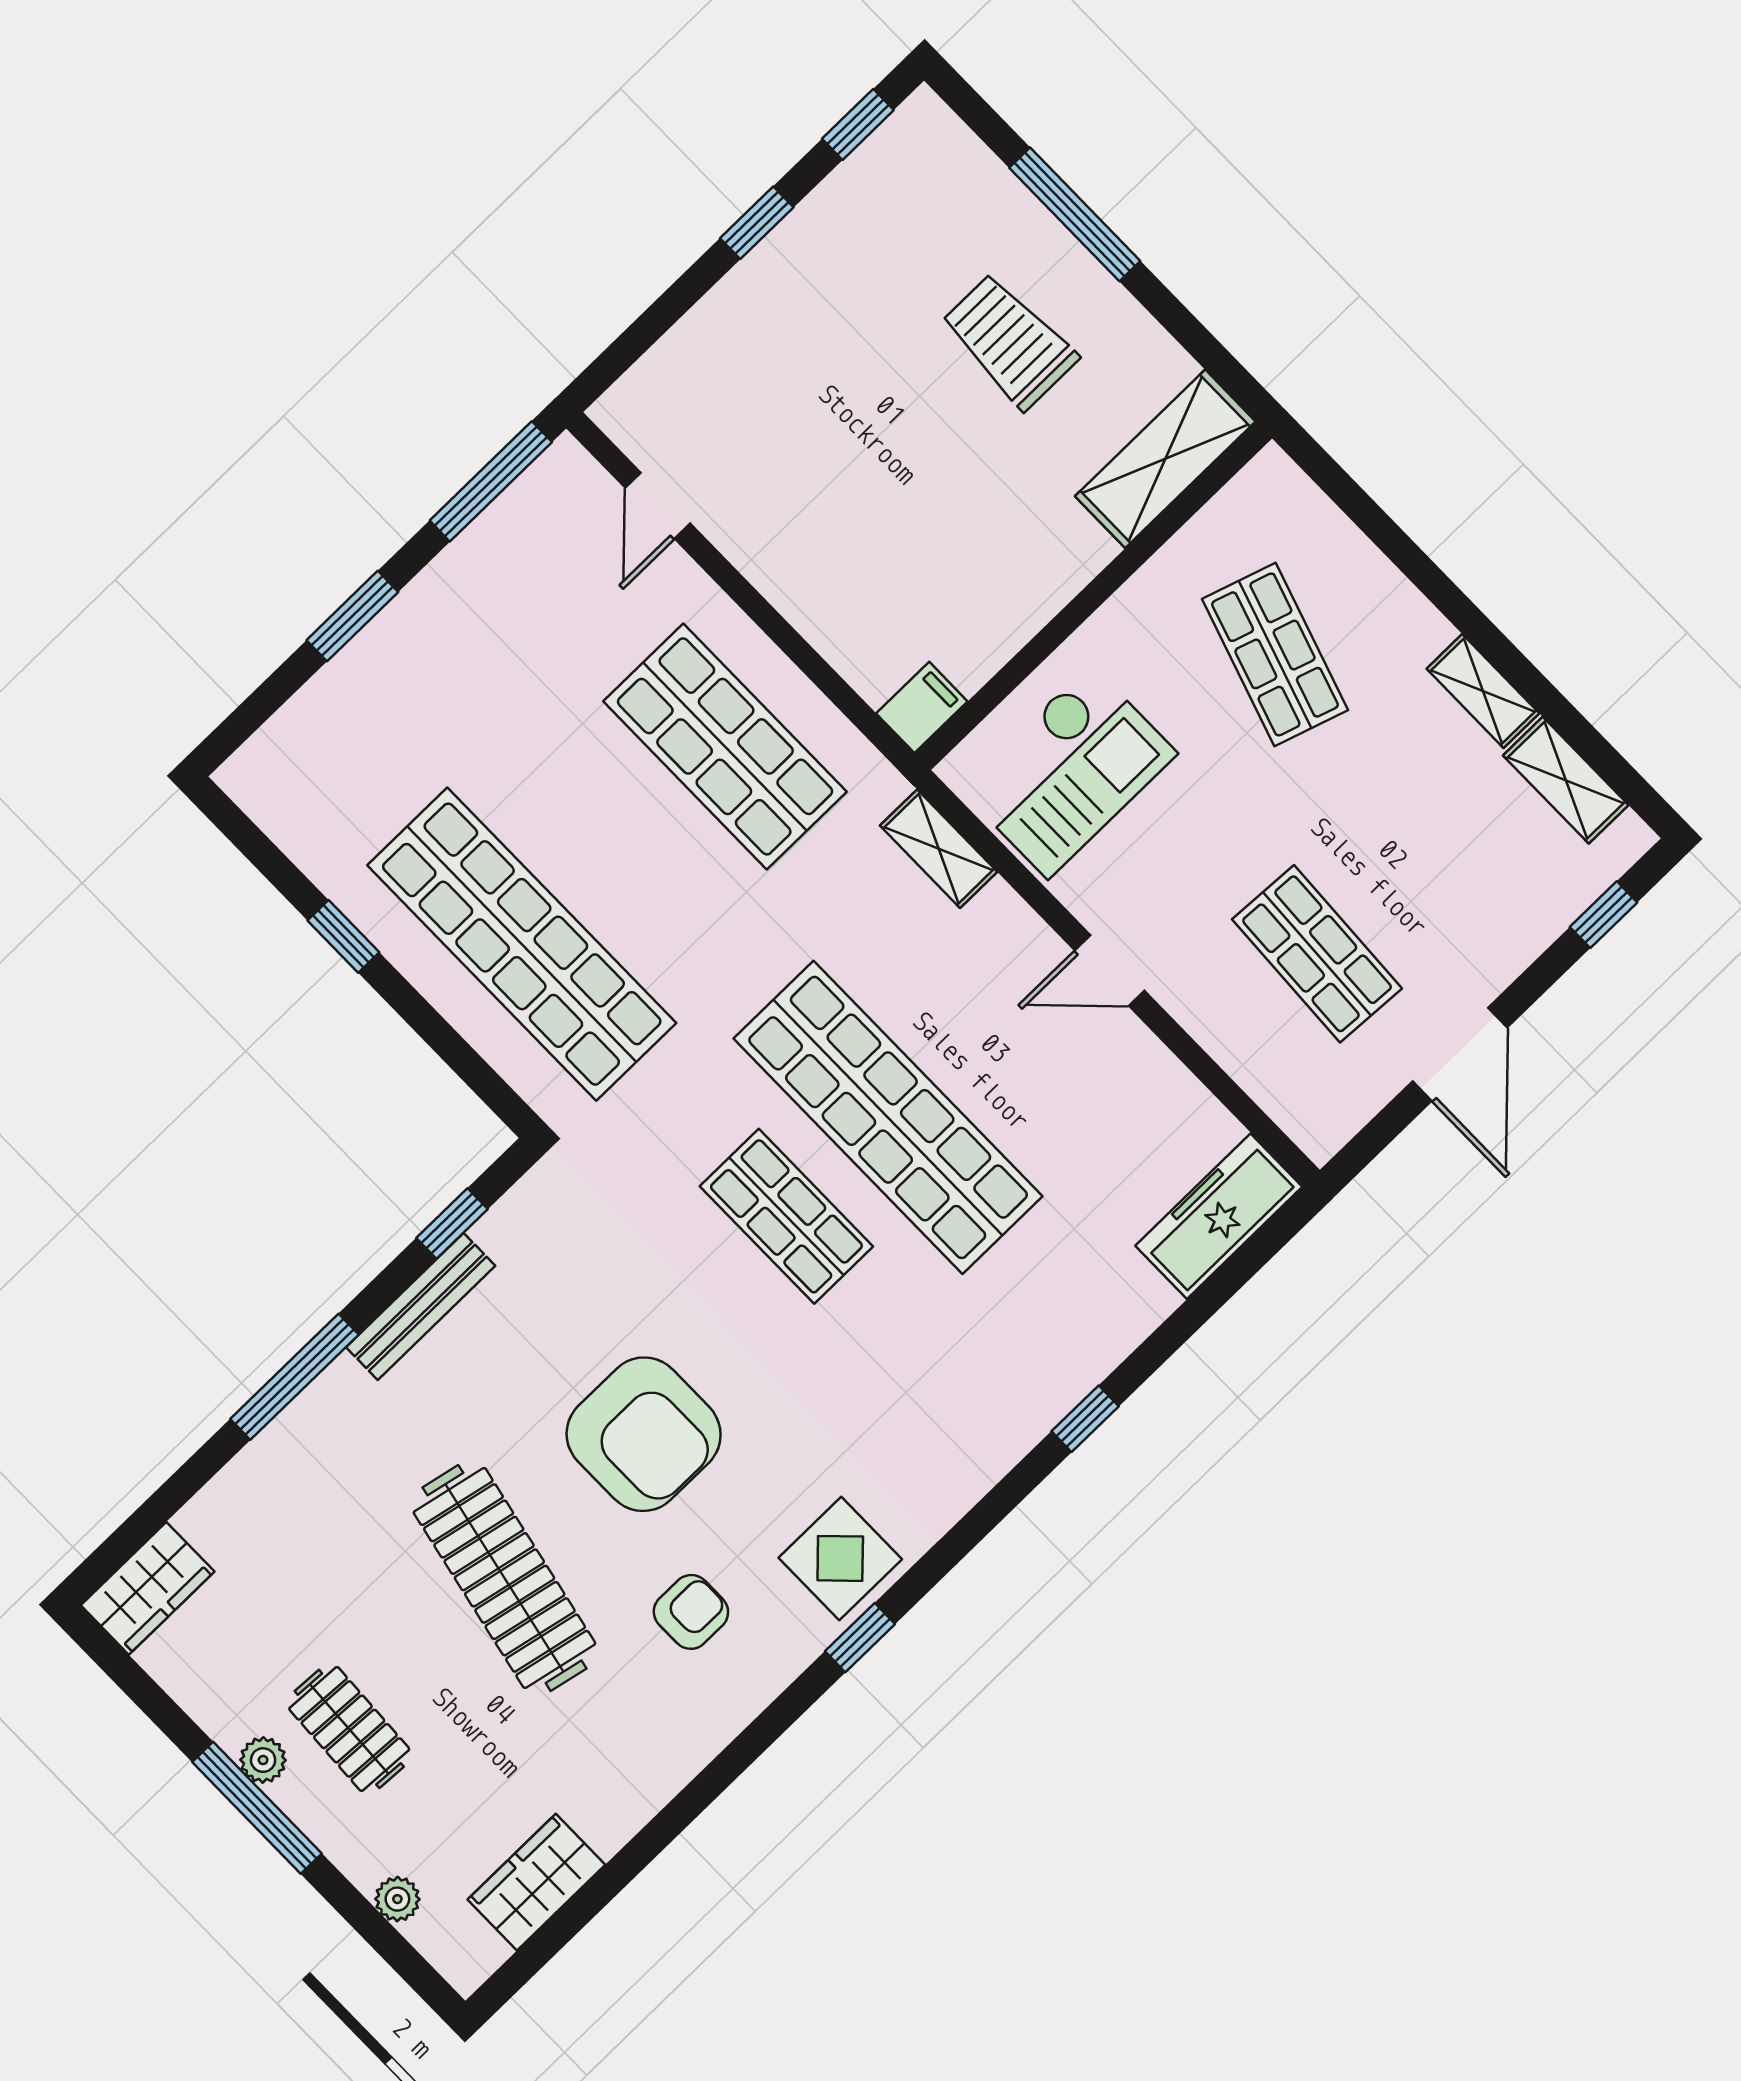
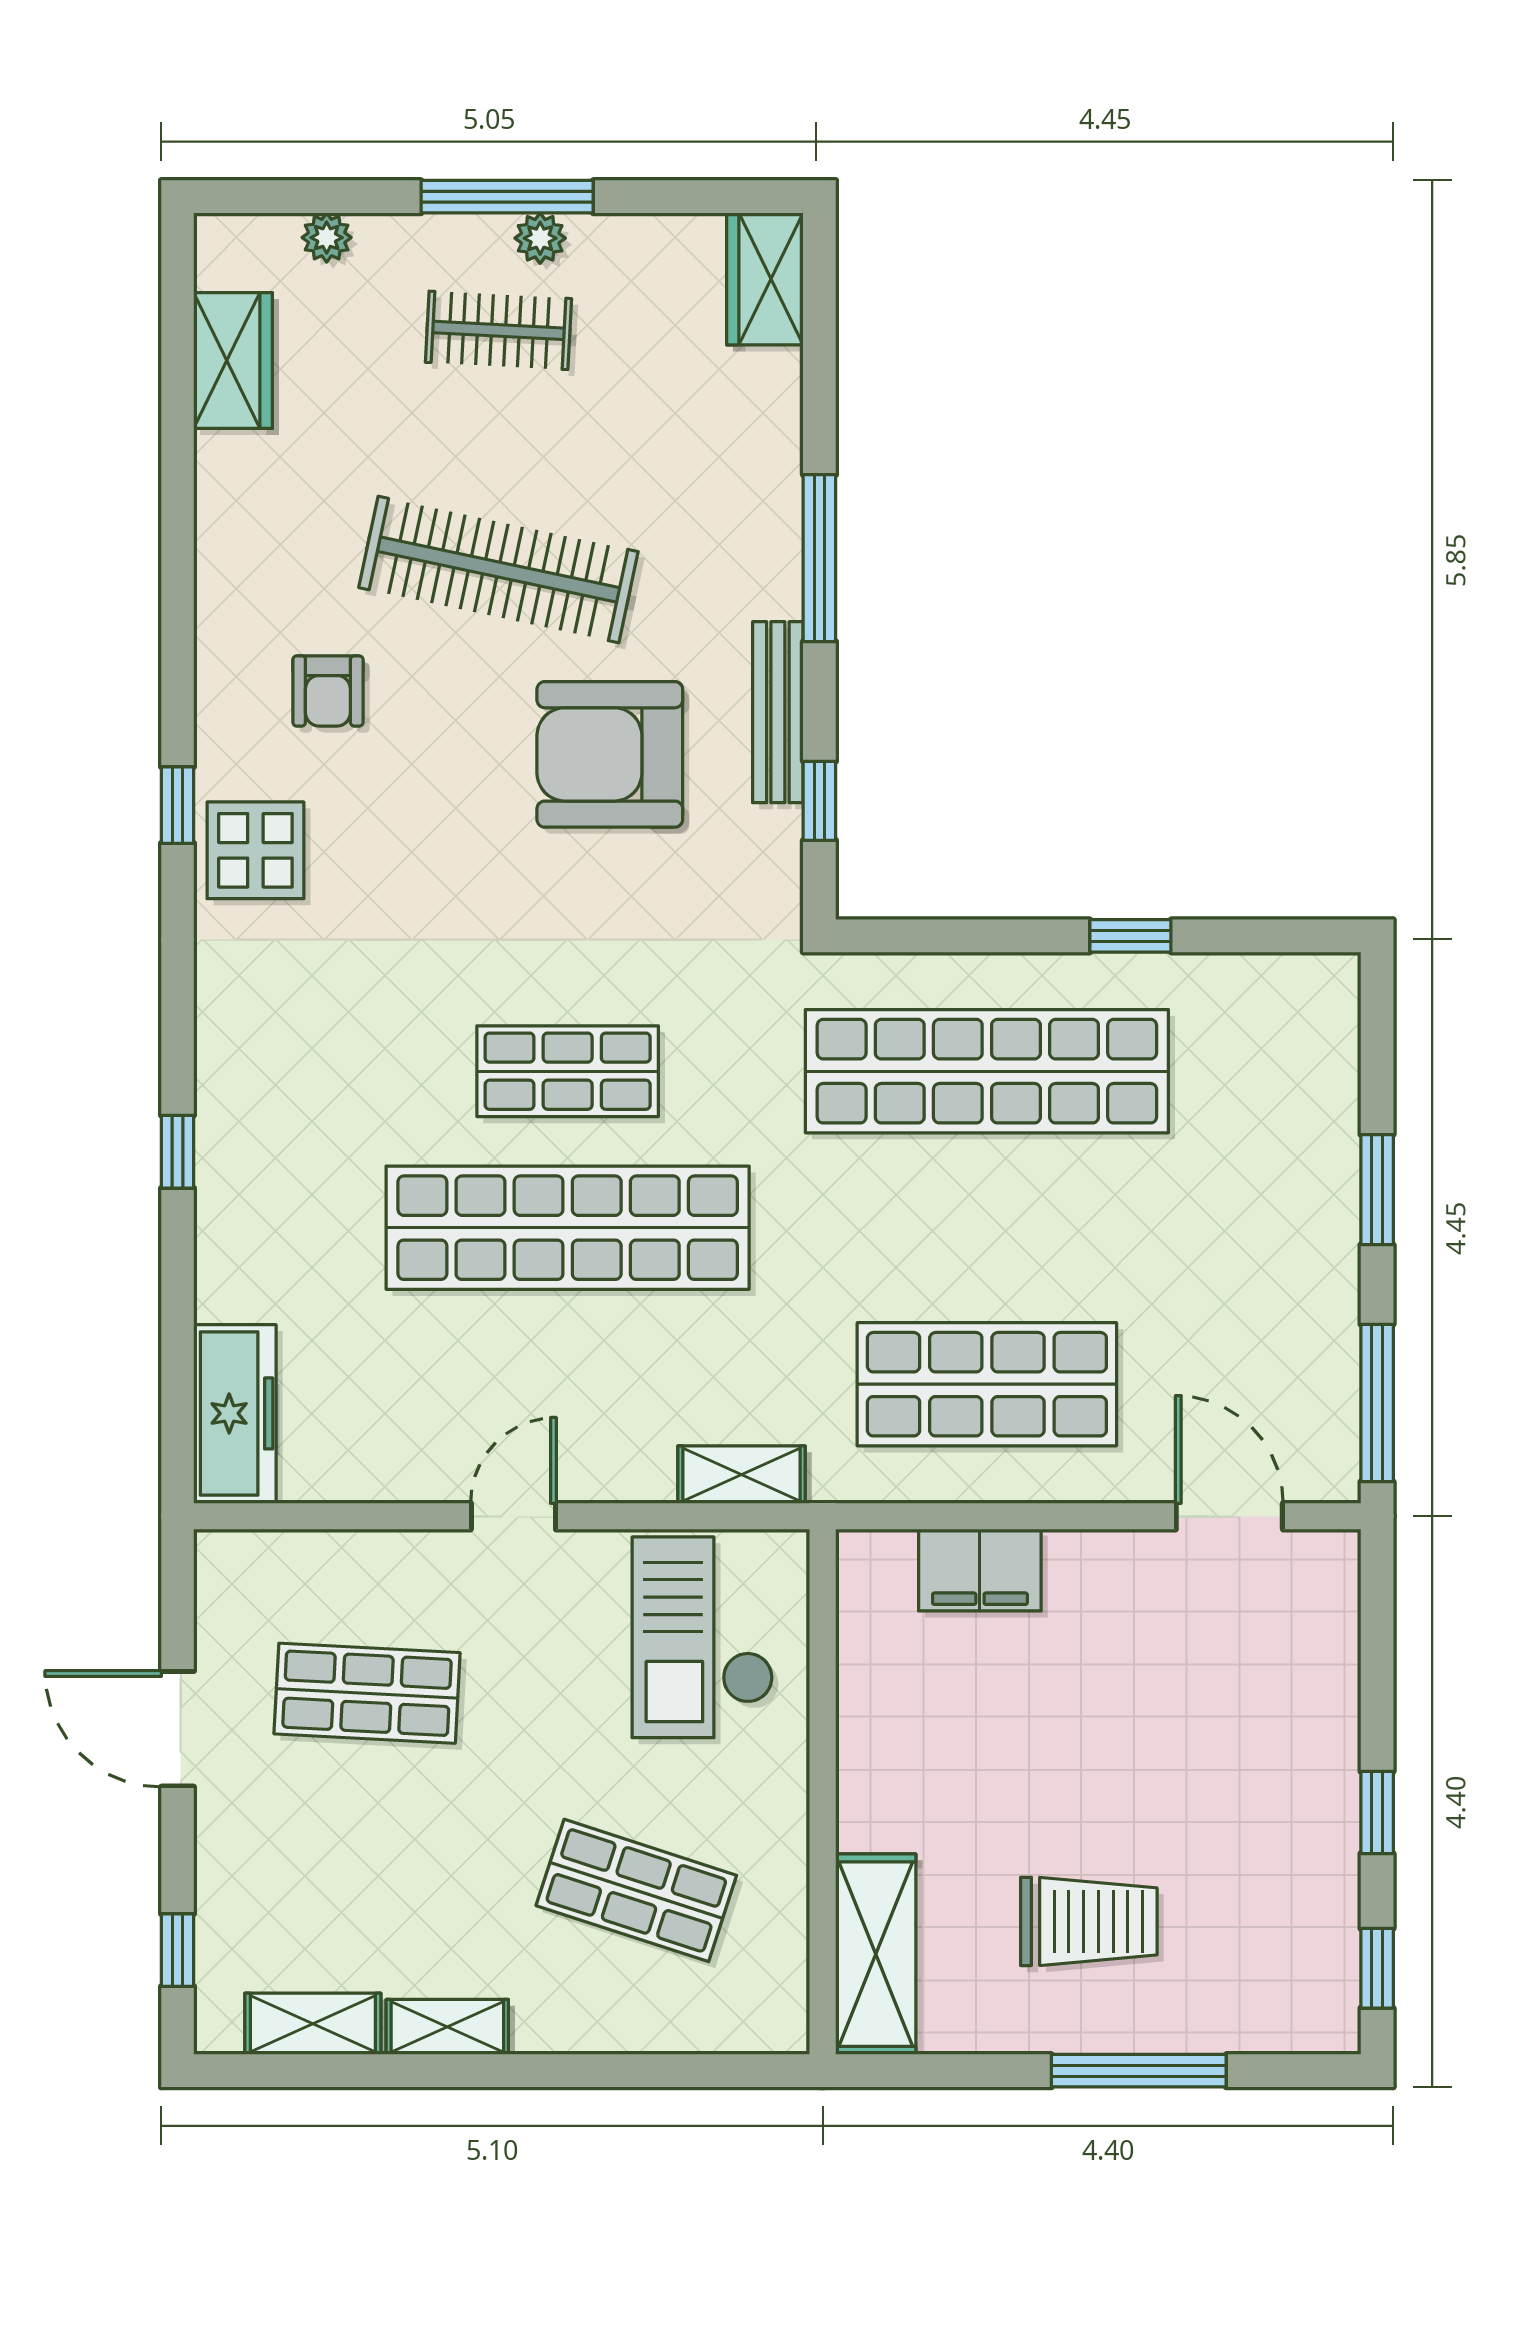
door: (658, 506) -> (1229, 1516), width x1.38
filing cabinet: (922, 707) -> (980, 1570), moved, width x2.00
armchair: (644, 1434) -> (610, 754), moved

